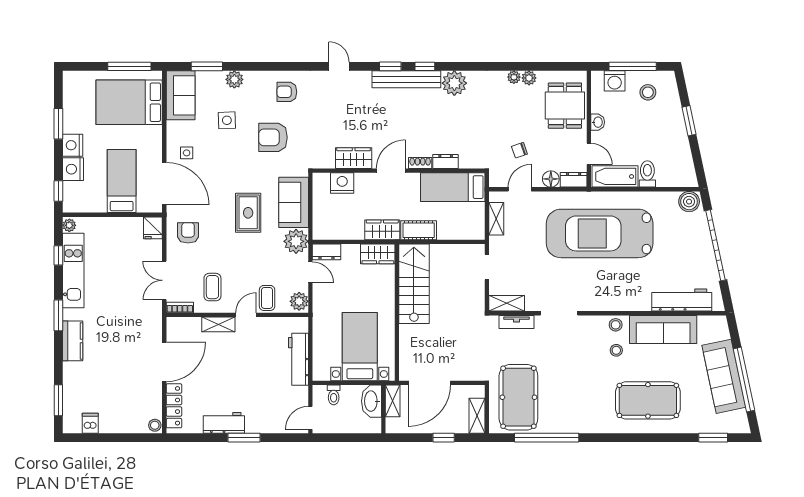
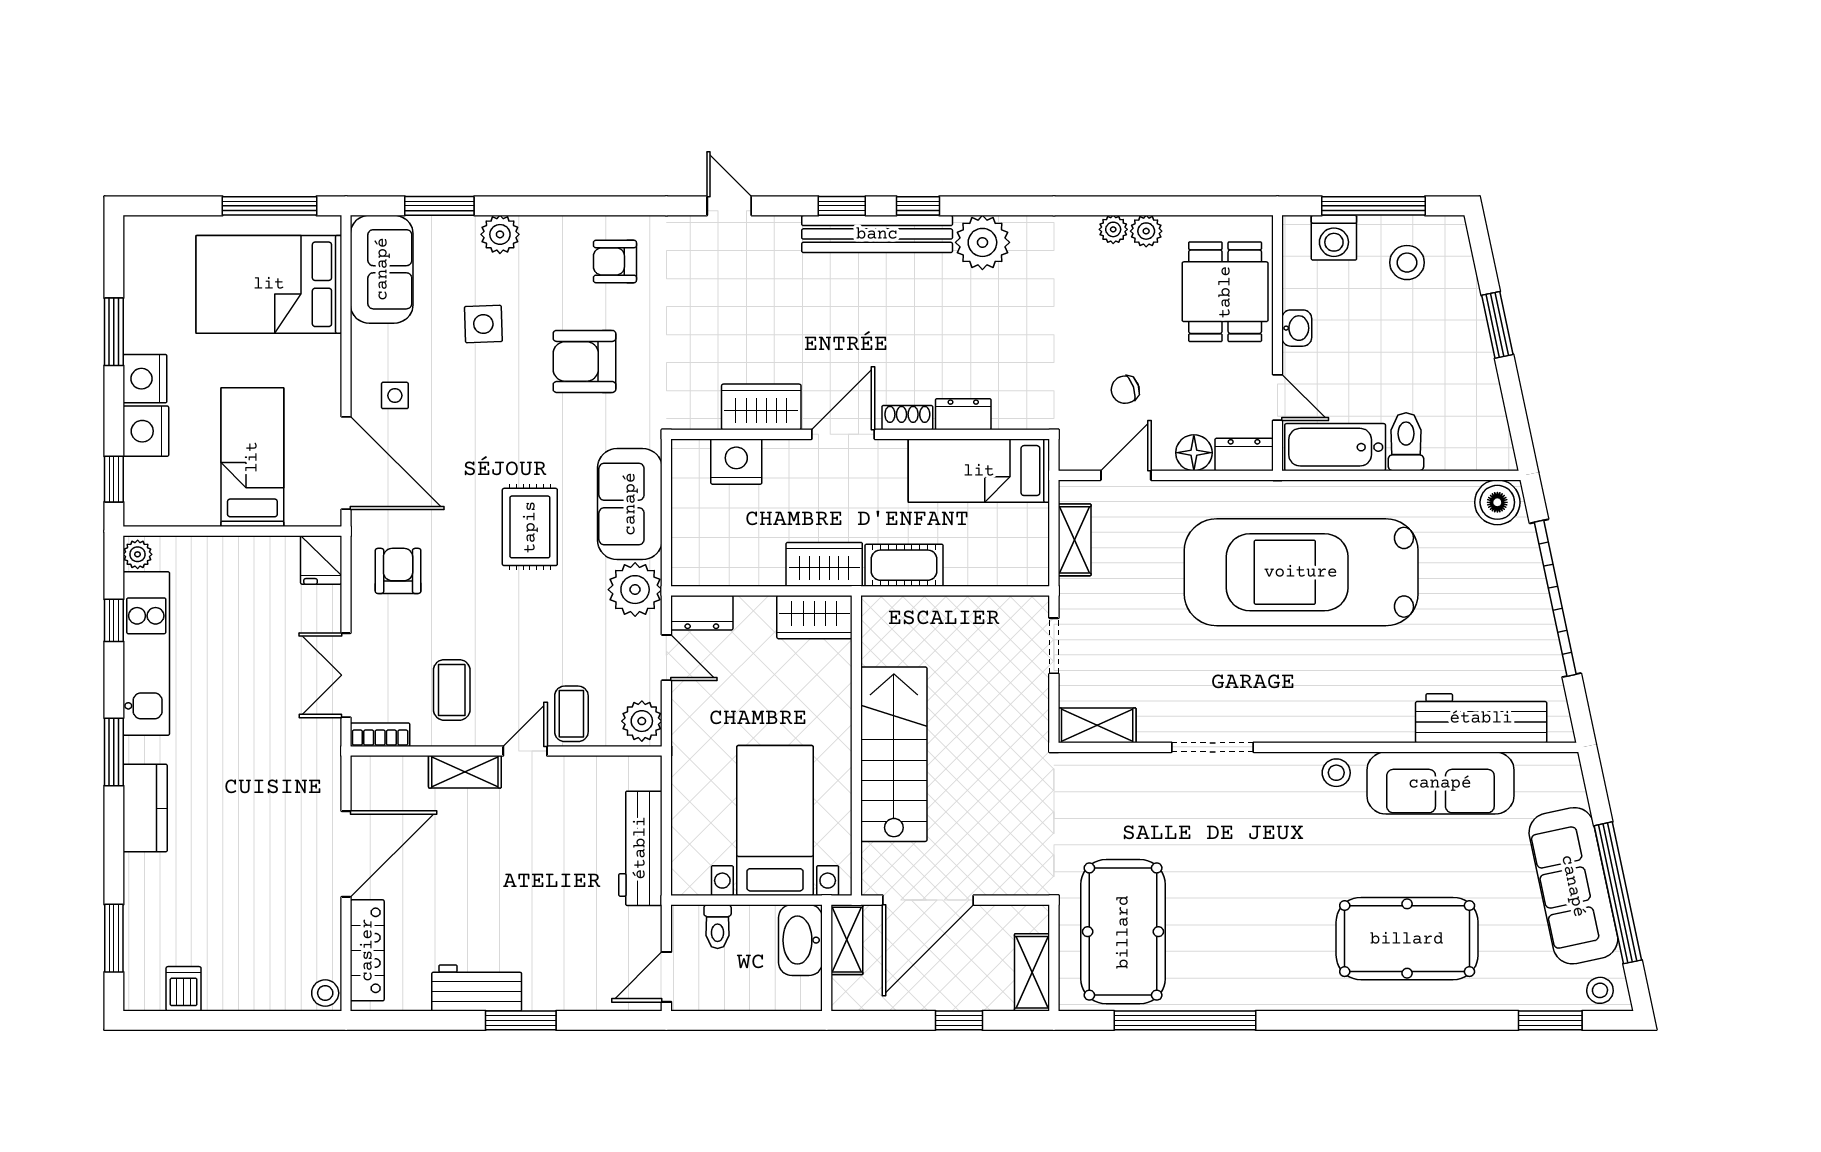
stairs: (414, 284) -> (894, 754), moved
tv unit: (517, 322) -> (1119, 766), removed
stool: (616, 350) -> (1600, 990), moved

